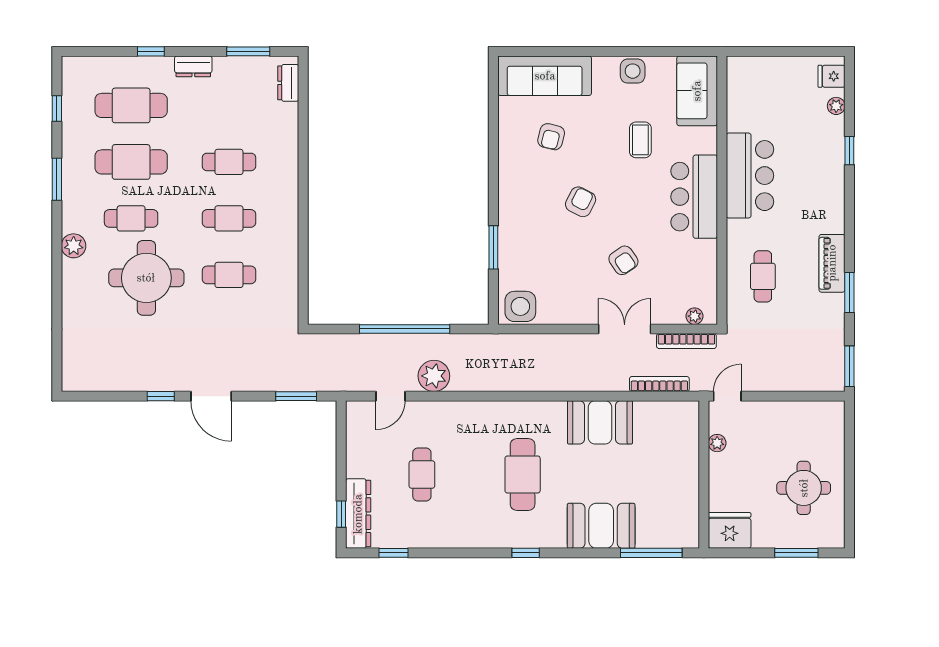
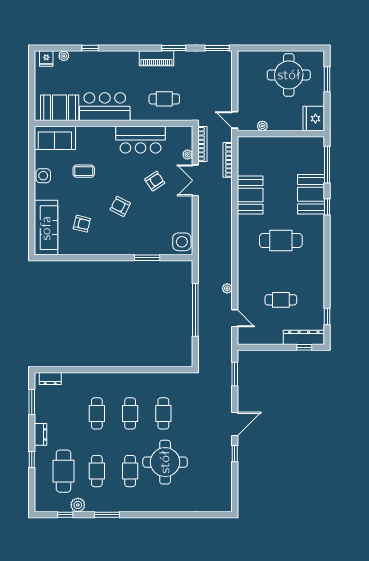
booth: (748, 99) -> (60, 108), added
cafe table: (131, 162) -> (97, 471), width x0.73, depth x0.74
bar counter: (694, 197) -> (140, 139), moved
plant: (74, 246) -> (78, 505), moved
plant: (695, 316) -> (188, 155), moved
plant: (434, 376) -> (227, 288), width x0.53, depth x0.53
round table: (804, 488) -> (289, 75), width x1.36, depth x1.36
window: (526, 553) -> (327, 207), moved

